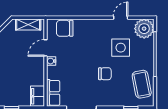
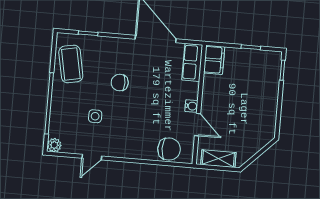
plant: (144, 29) -> (54, 145), width x0.53, depth x0.53
door: (46, 48) -> (198, 125), hinge flipped
side table: (121, 48) -> (95, 116), width x0.54, depth x0.54

